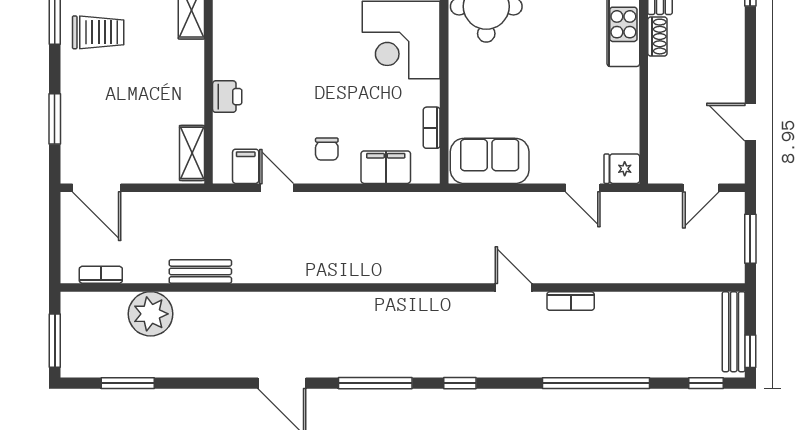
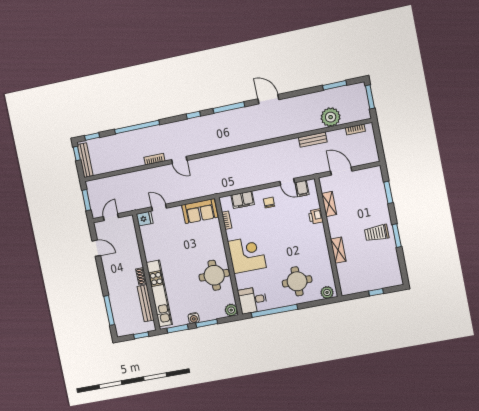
shelving: (192, 153) -> (329, 204), moved
door: (97, 188) -> (341, 171), moved

